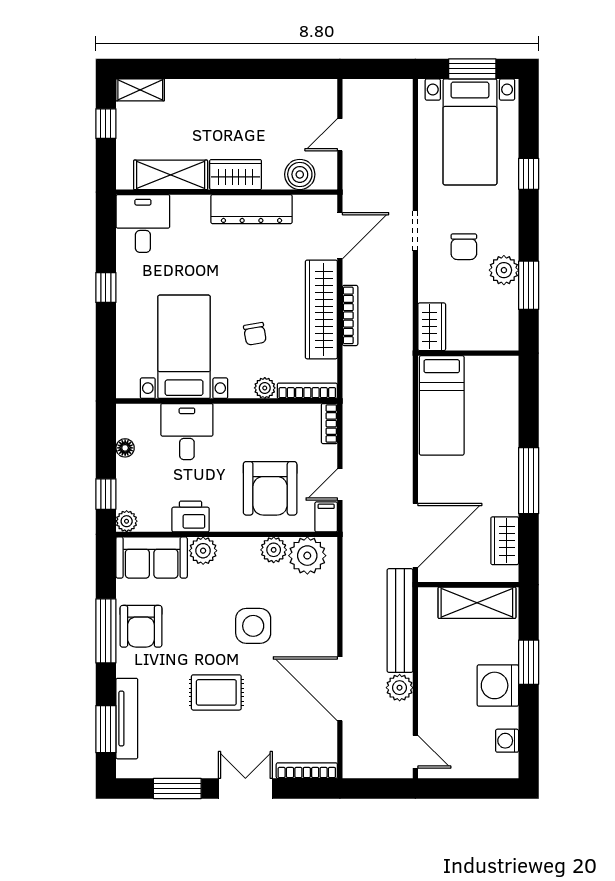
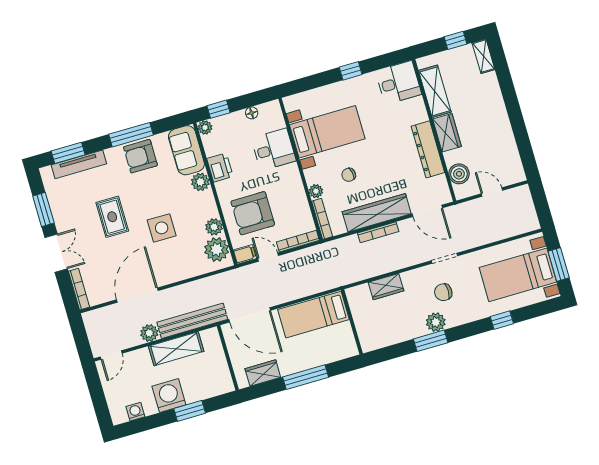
wall: (468, 353) -> (352, 322), moved
bed: (442, 405) -> (313, 315), moved
bookcase: (329, 424) -> (298, 241), width x1.56
shelving: (477, 603) -> (176, 349), moved, turned 90

